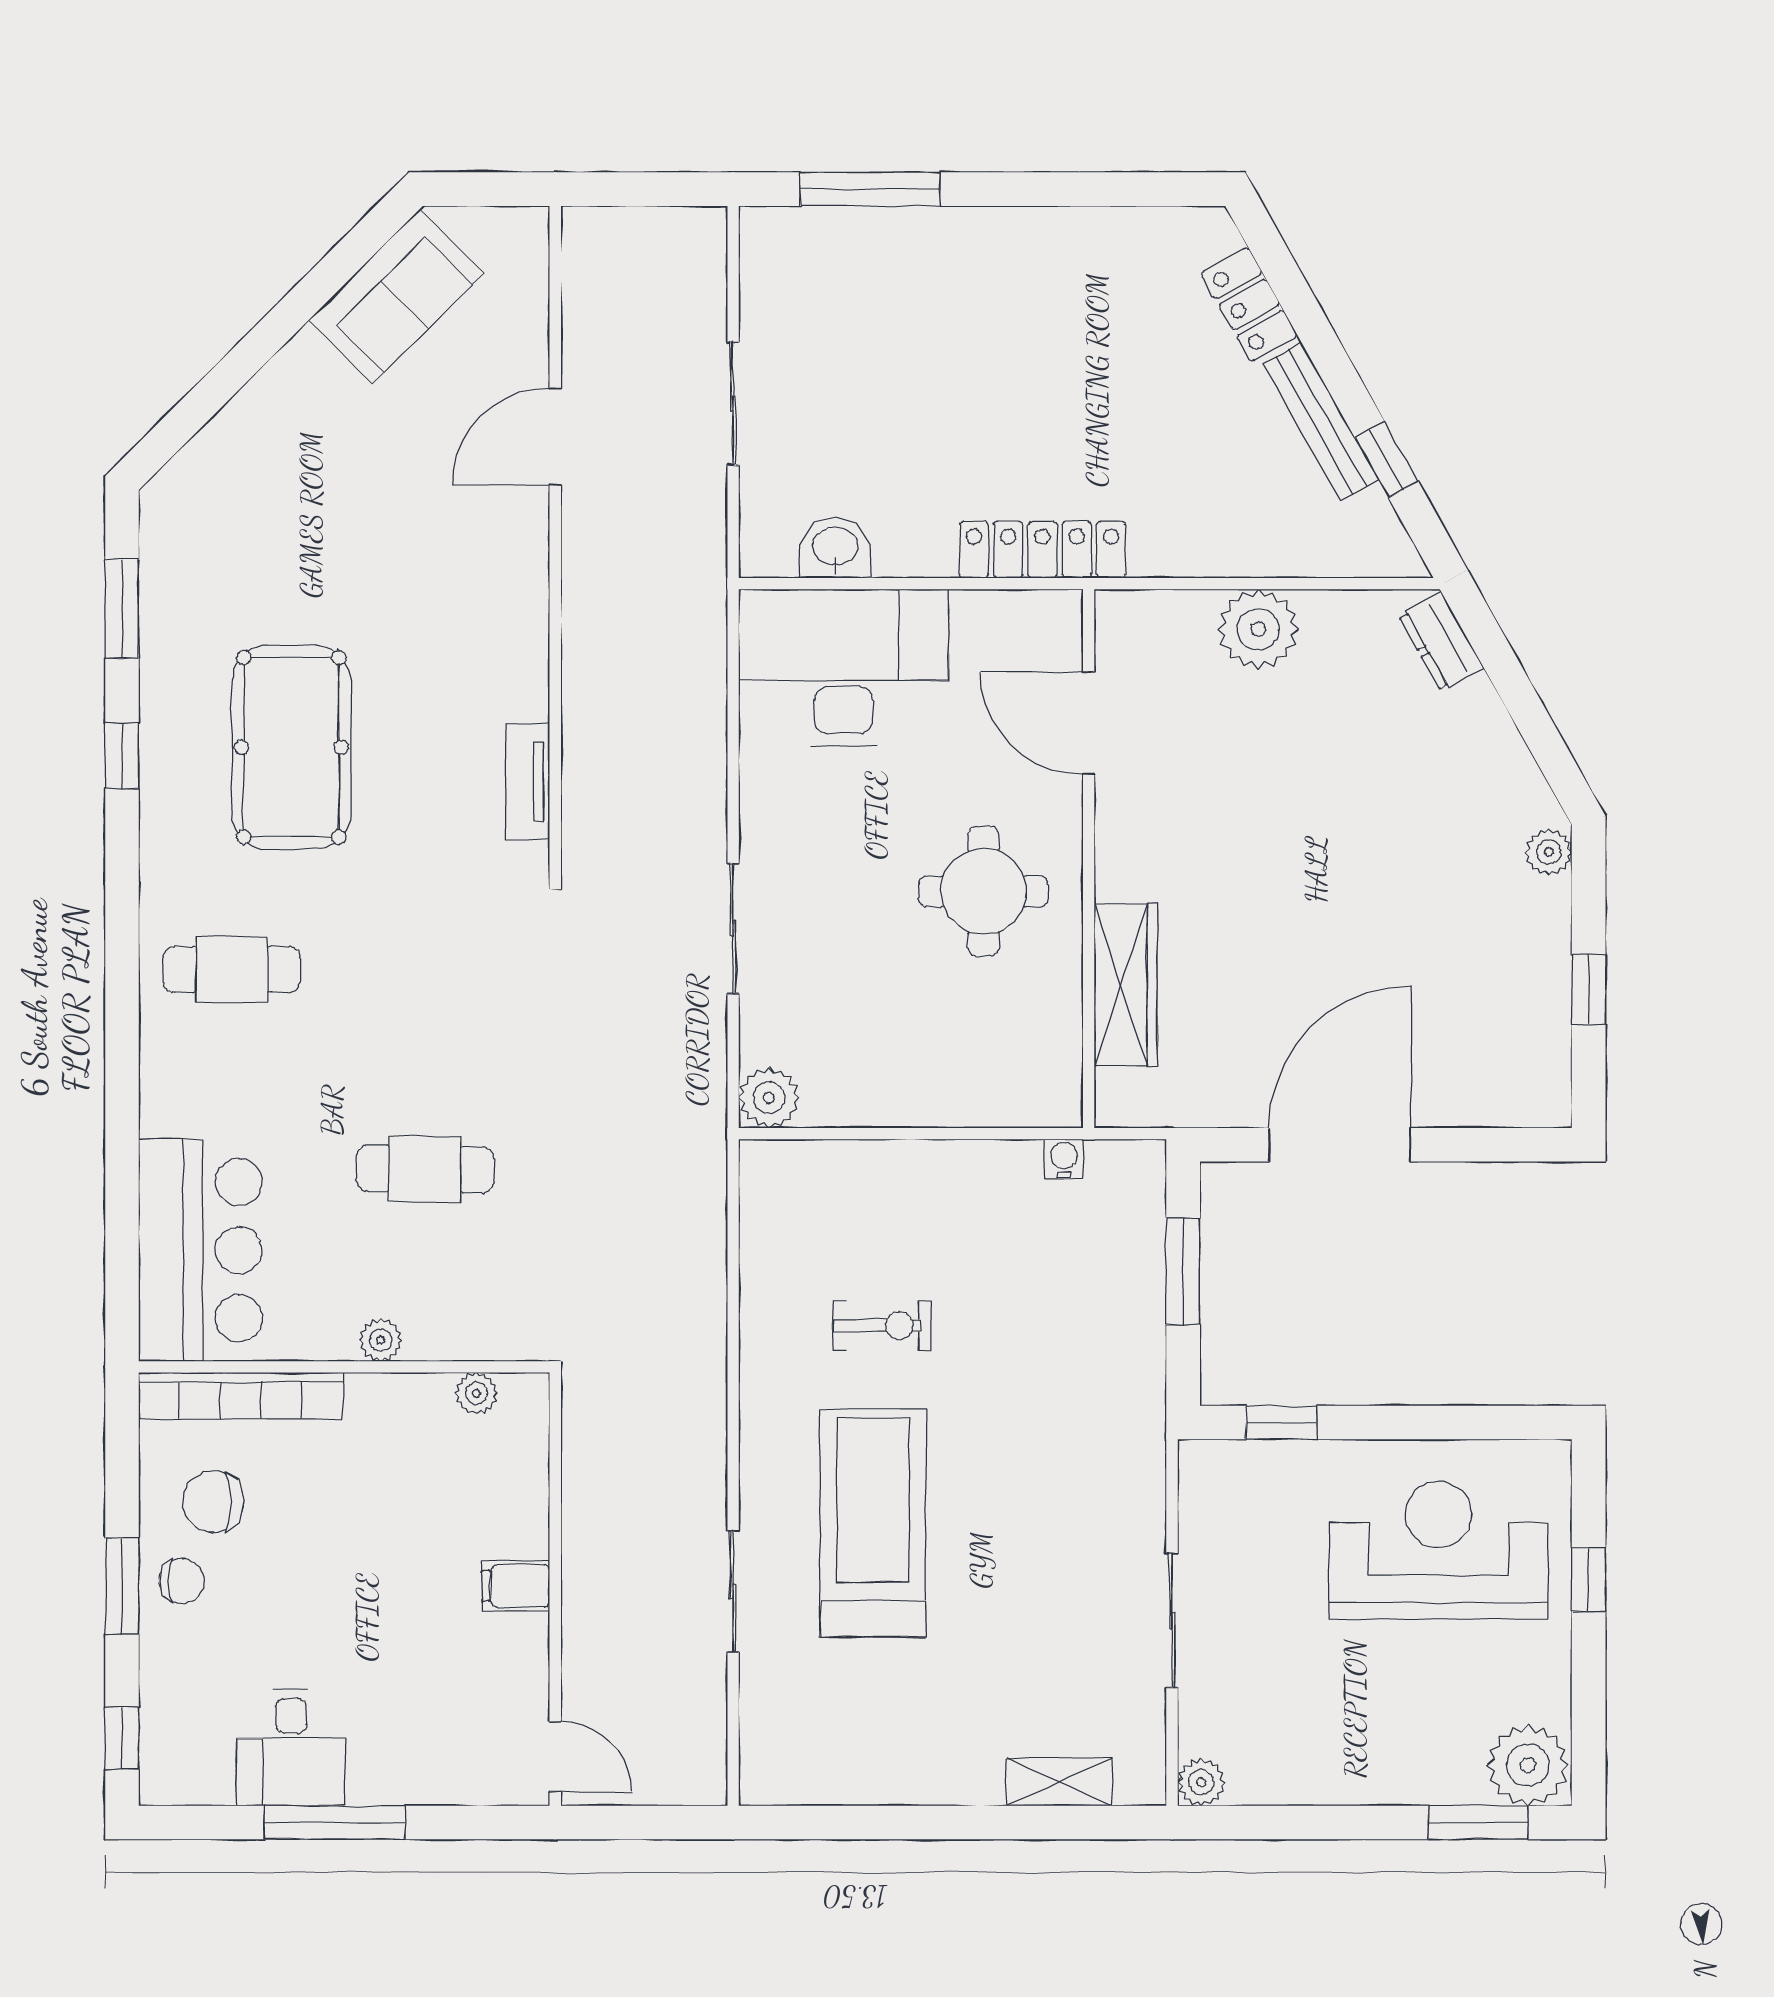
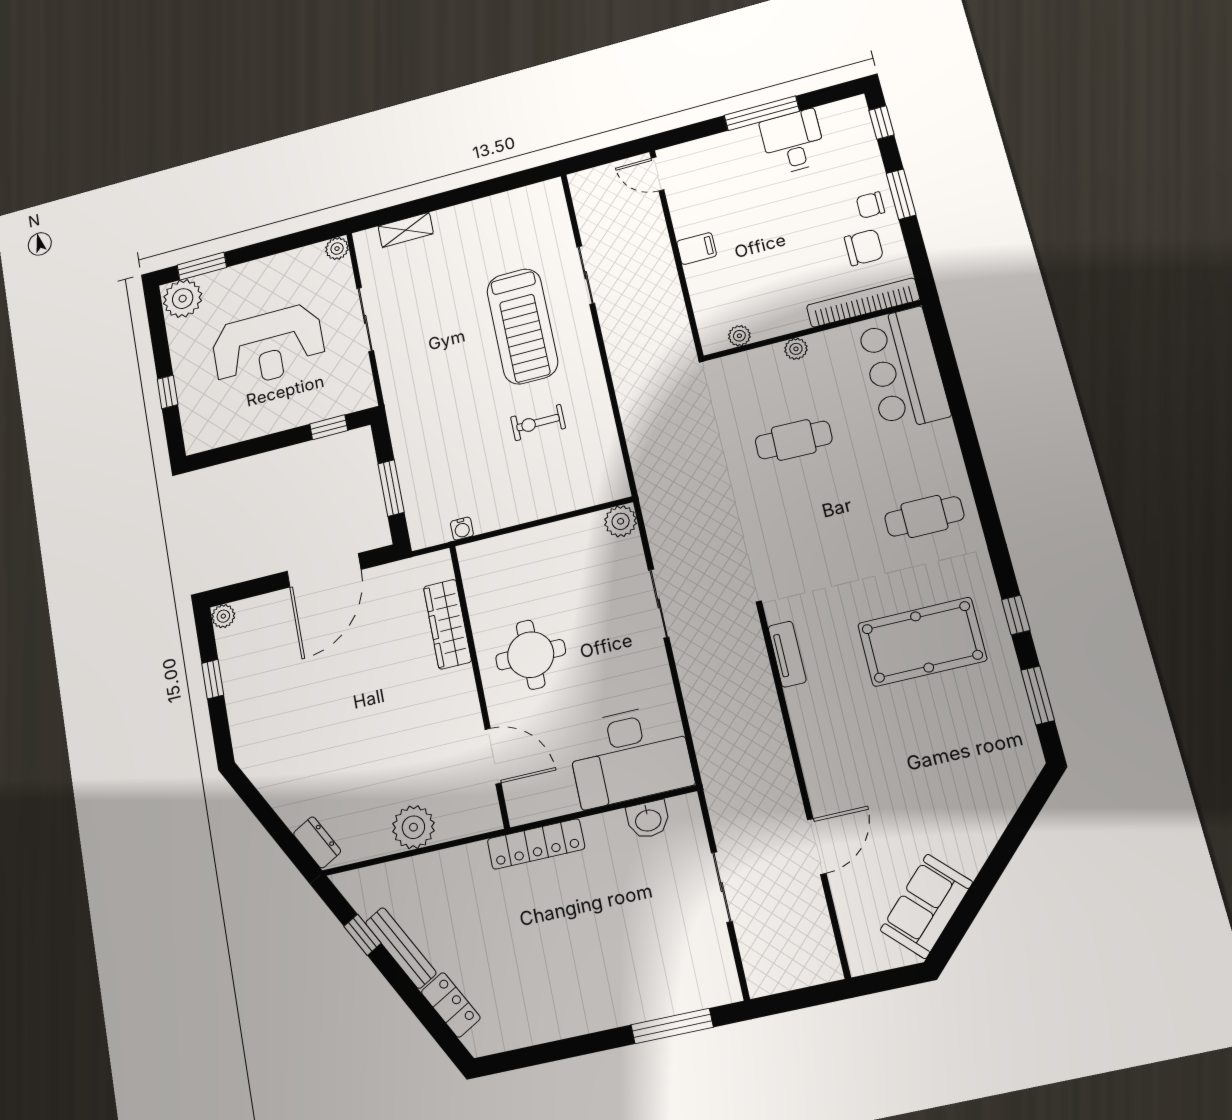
pool table: (291, 747) -> (922, 642), turned 90
plant: (1549, 852) -> (223, 616), moved
reception desk: (1439, 1550) -> (268, 346), moved

